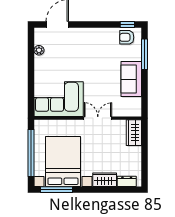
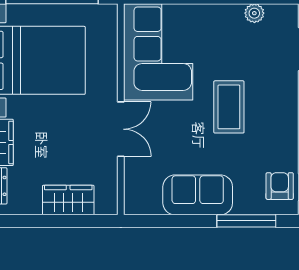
coffee table: (87, 63) -> (229, 107), added
wardrobe: (134, 133) -> (68, 200), moved

